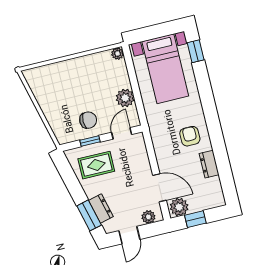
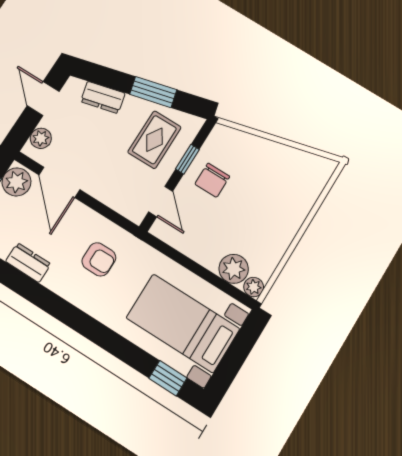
plant: (125, 98) -> (234, 269), moved
armchair: (190, 136) -> (99, 259), moved
door: (160, 188) -> (59, 182), hinge flipped
window: (89, 215) -> (153, 92), moved

